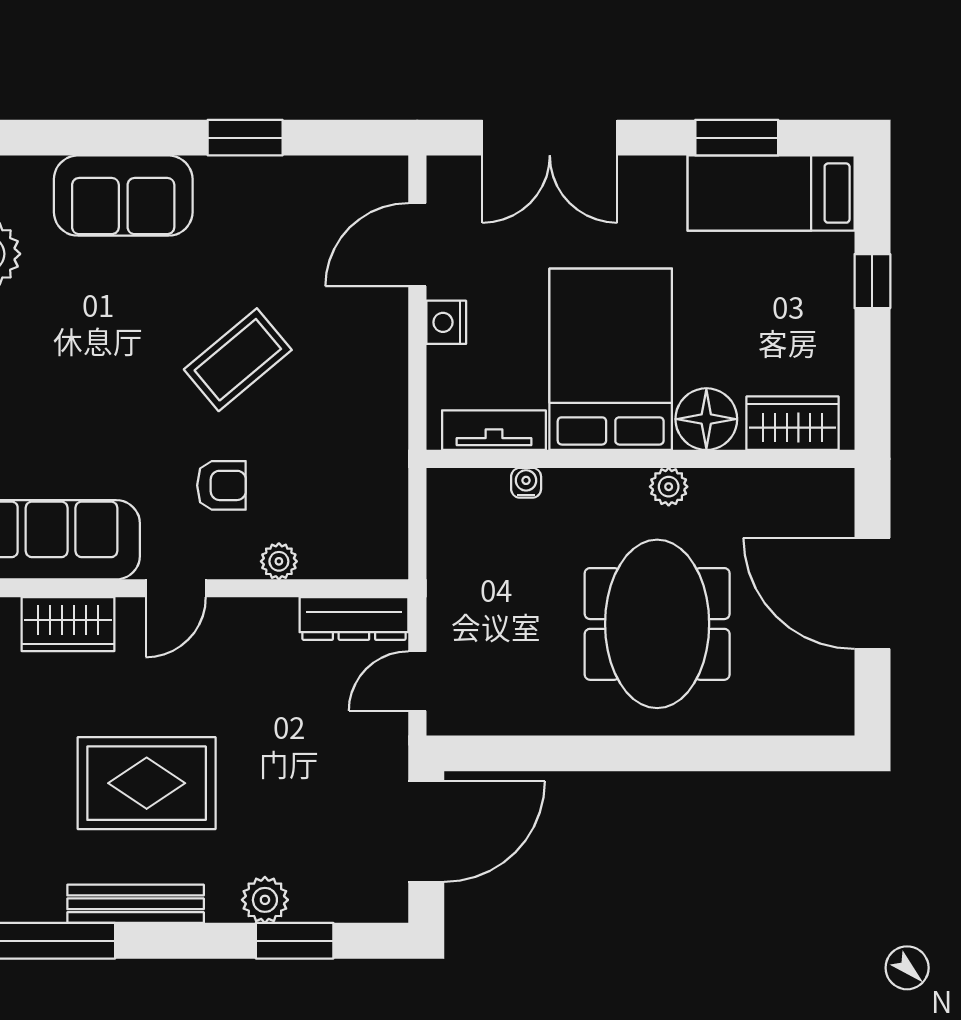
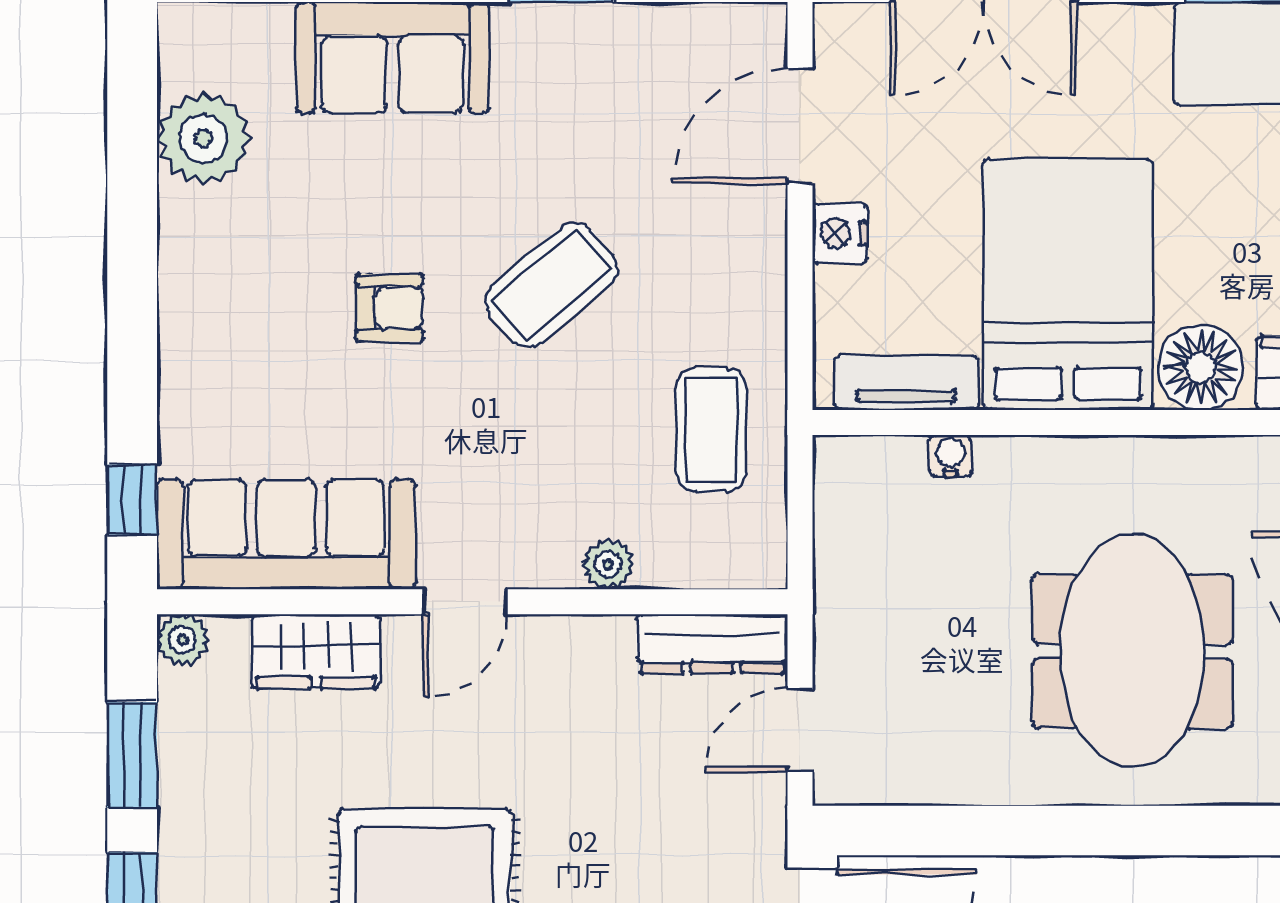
coffee table: (353, 464) -> (711, 430), added
armchair: (221, 485) -> (389, 308), moved
plant: (669, 487) -> (1148, 461), removed

